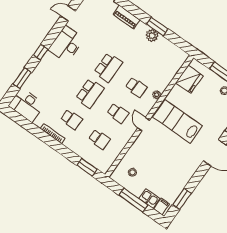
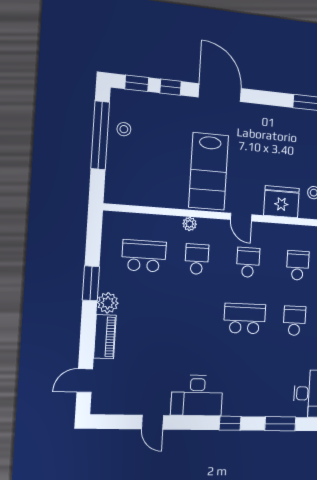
plant: (152, 36) -> (108, 303), moved
school desk: (108, 67) -> (144, 256), moved
fridge: (189, 79) -> (281, 202), moved
door: (144, 124) -> (241, 217), hinge flipped

